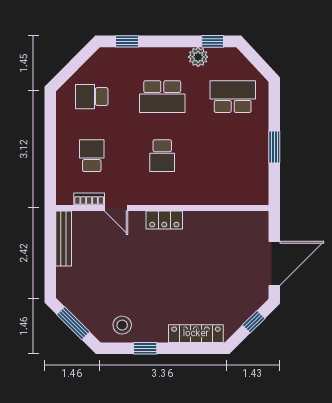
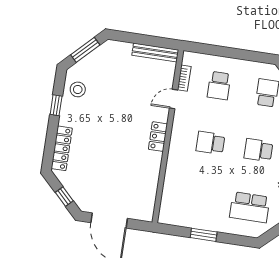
school desk: (162, 97) -> (258, 150), width x0.54
school desk: (233, 97) -> (250, 207), turned 90
school desk: (92, 156) -> (219, 86), turned 90

